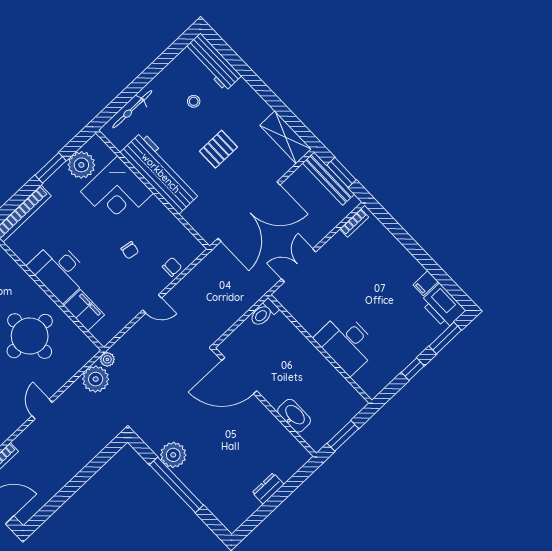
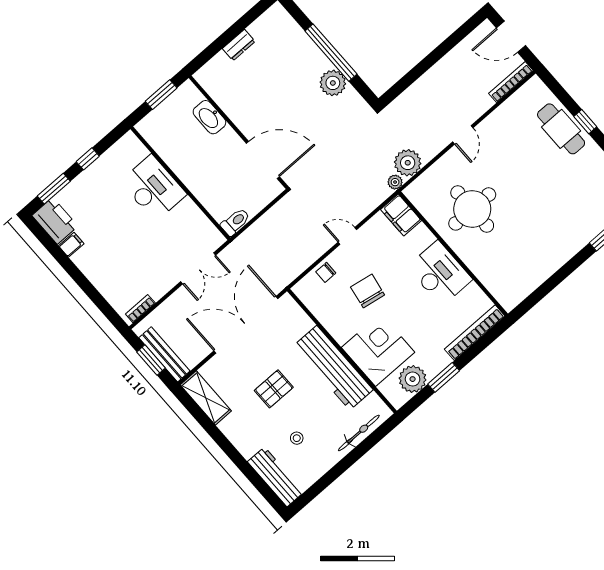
chair: (130, 250) -> (368, 291), width x1.87, depth x1.87
filing cabinet: (84, 310) -> (401, 215), moved

